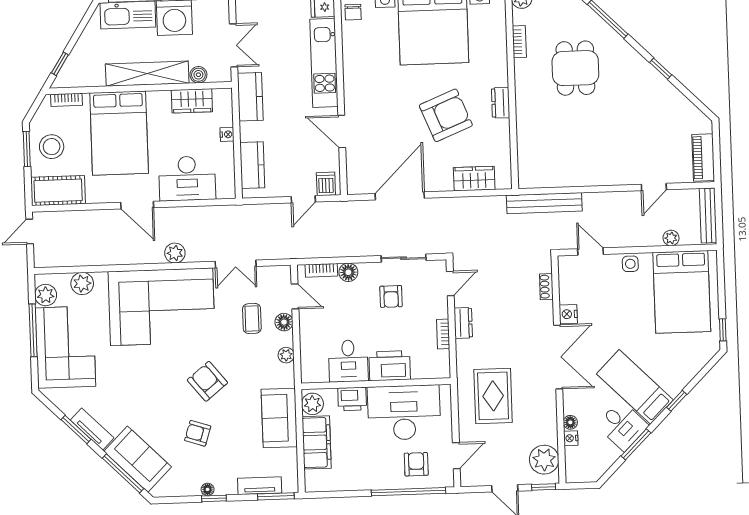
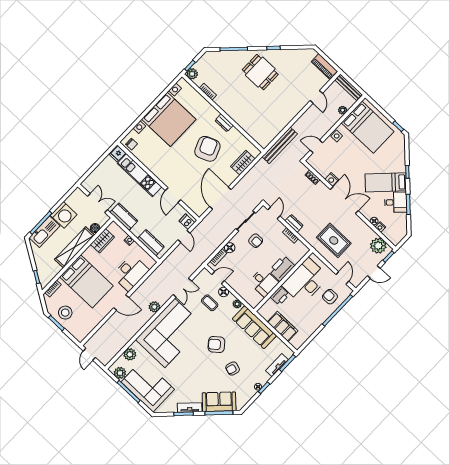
dining table: (575, 68) -> (260, 72), moved
door: (342, 132) -> (173, 195), hinge flipped
cot: (58, 191) -> (85, 327), removed
plant: (312, 404) -> (266, 313), removed
sofa: (279, 418) -> (254, 327), width x1.36

